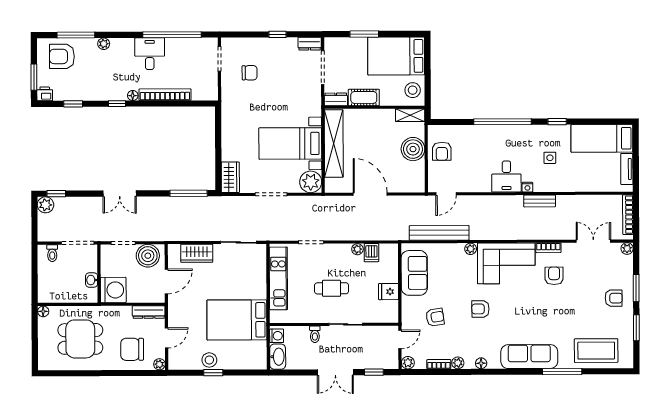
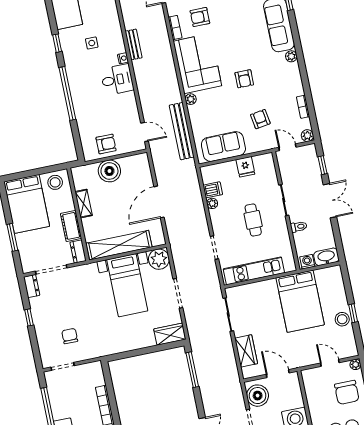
shelving: (410, 115) -> (84, 204), moved
dresser: (149, 312) -> (309, 384), removed
plant: (458, 363) -> (291, 56), moved
floor lamp: (481, 363) -> (294, 68), removed

